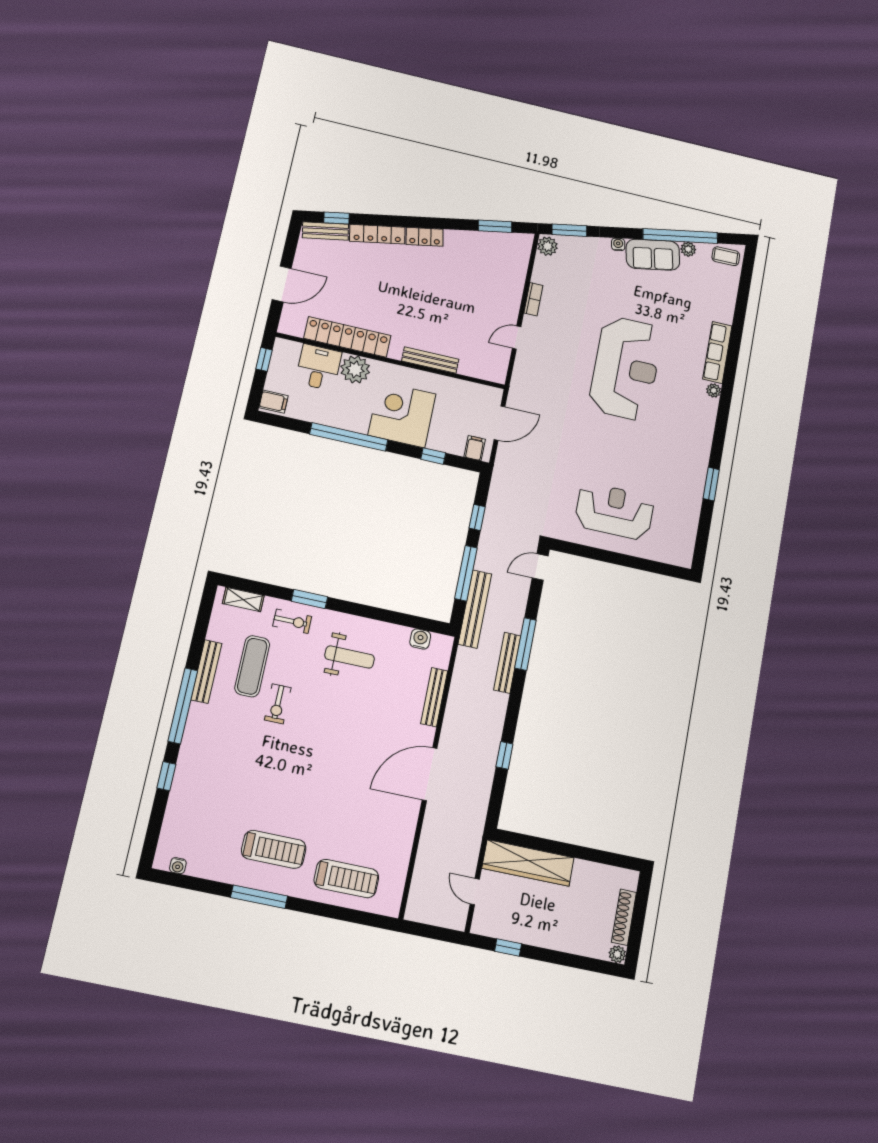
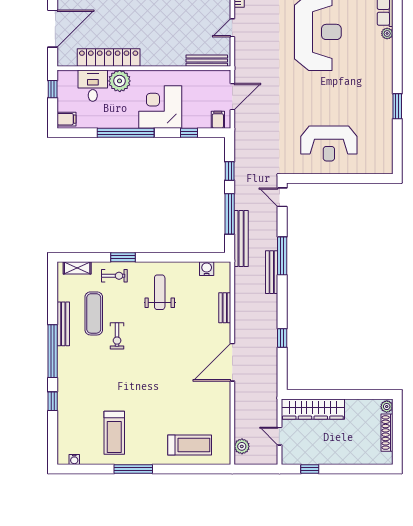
door: (282, 284) -> (53, 29), width x1.36
bench: (430, 360) -> (207, 61), moved
reception desk: (614, 511) -> (329, 144), turned 180
door: (540, 567) -> (282, 197), hinge flipped
weight bench: (350, 657) -> (160, 292), turned -90
bench: (434, 697) -> (225, 308), width x0.73
treadmill: (274, 849) -> (114, 433), moved, turned 90
plant: (419, 895) -> (242, 446), added
plant: (617, 954) -> (387, 407), moved

